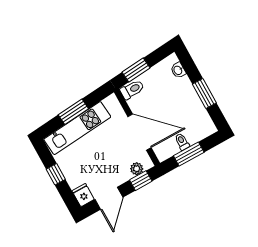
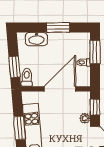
washbasin: (178, 70) -> (36, 39), width x1.91, depth x1.45
window: (189, 154) -> (95, 52), moved
plant: (137, 169) -> (85, 118), moved

